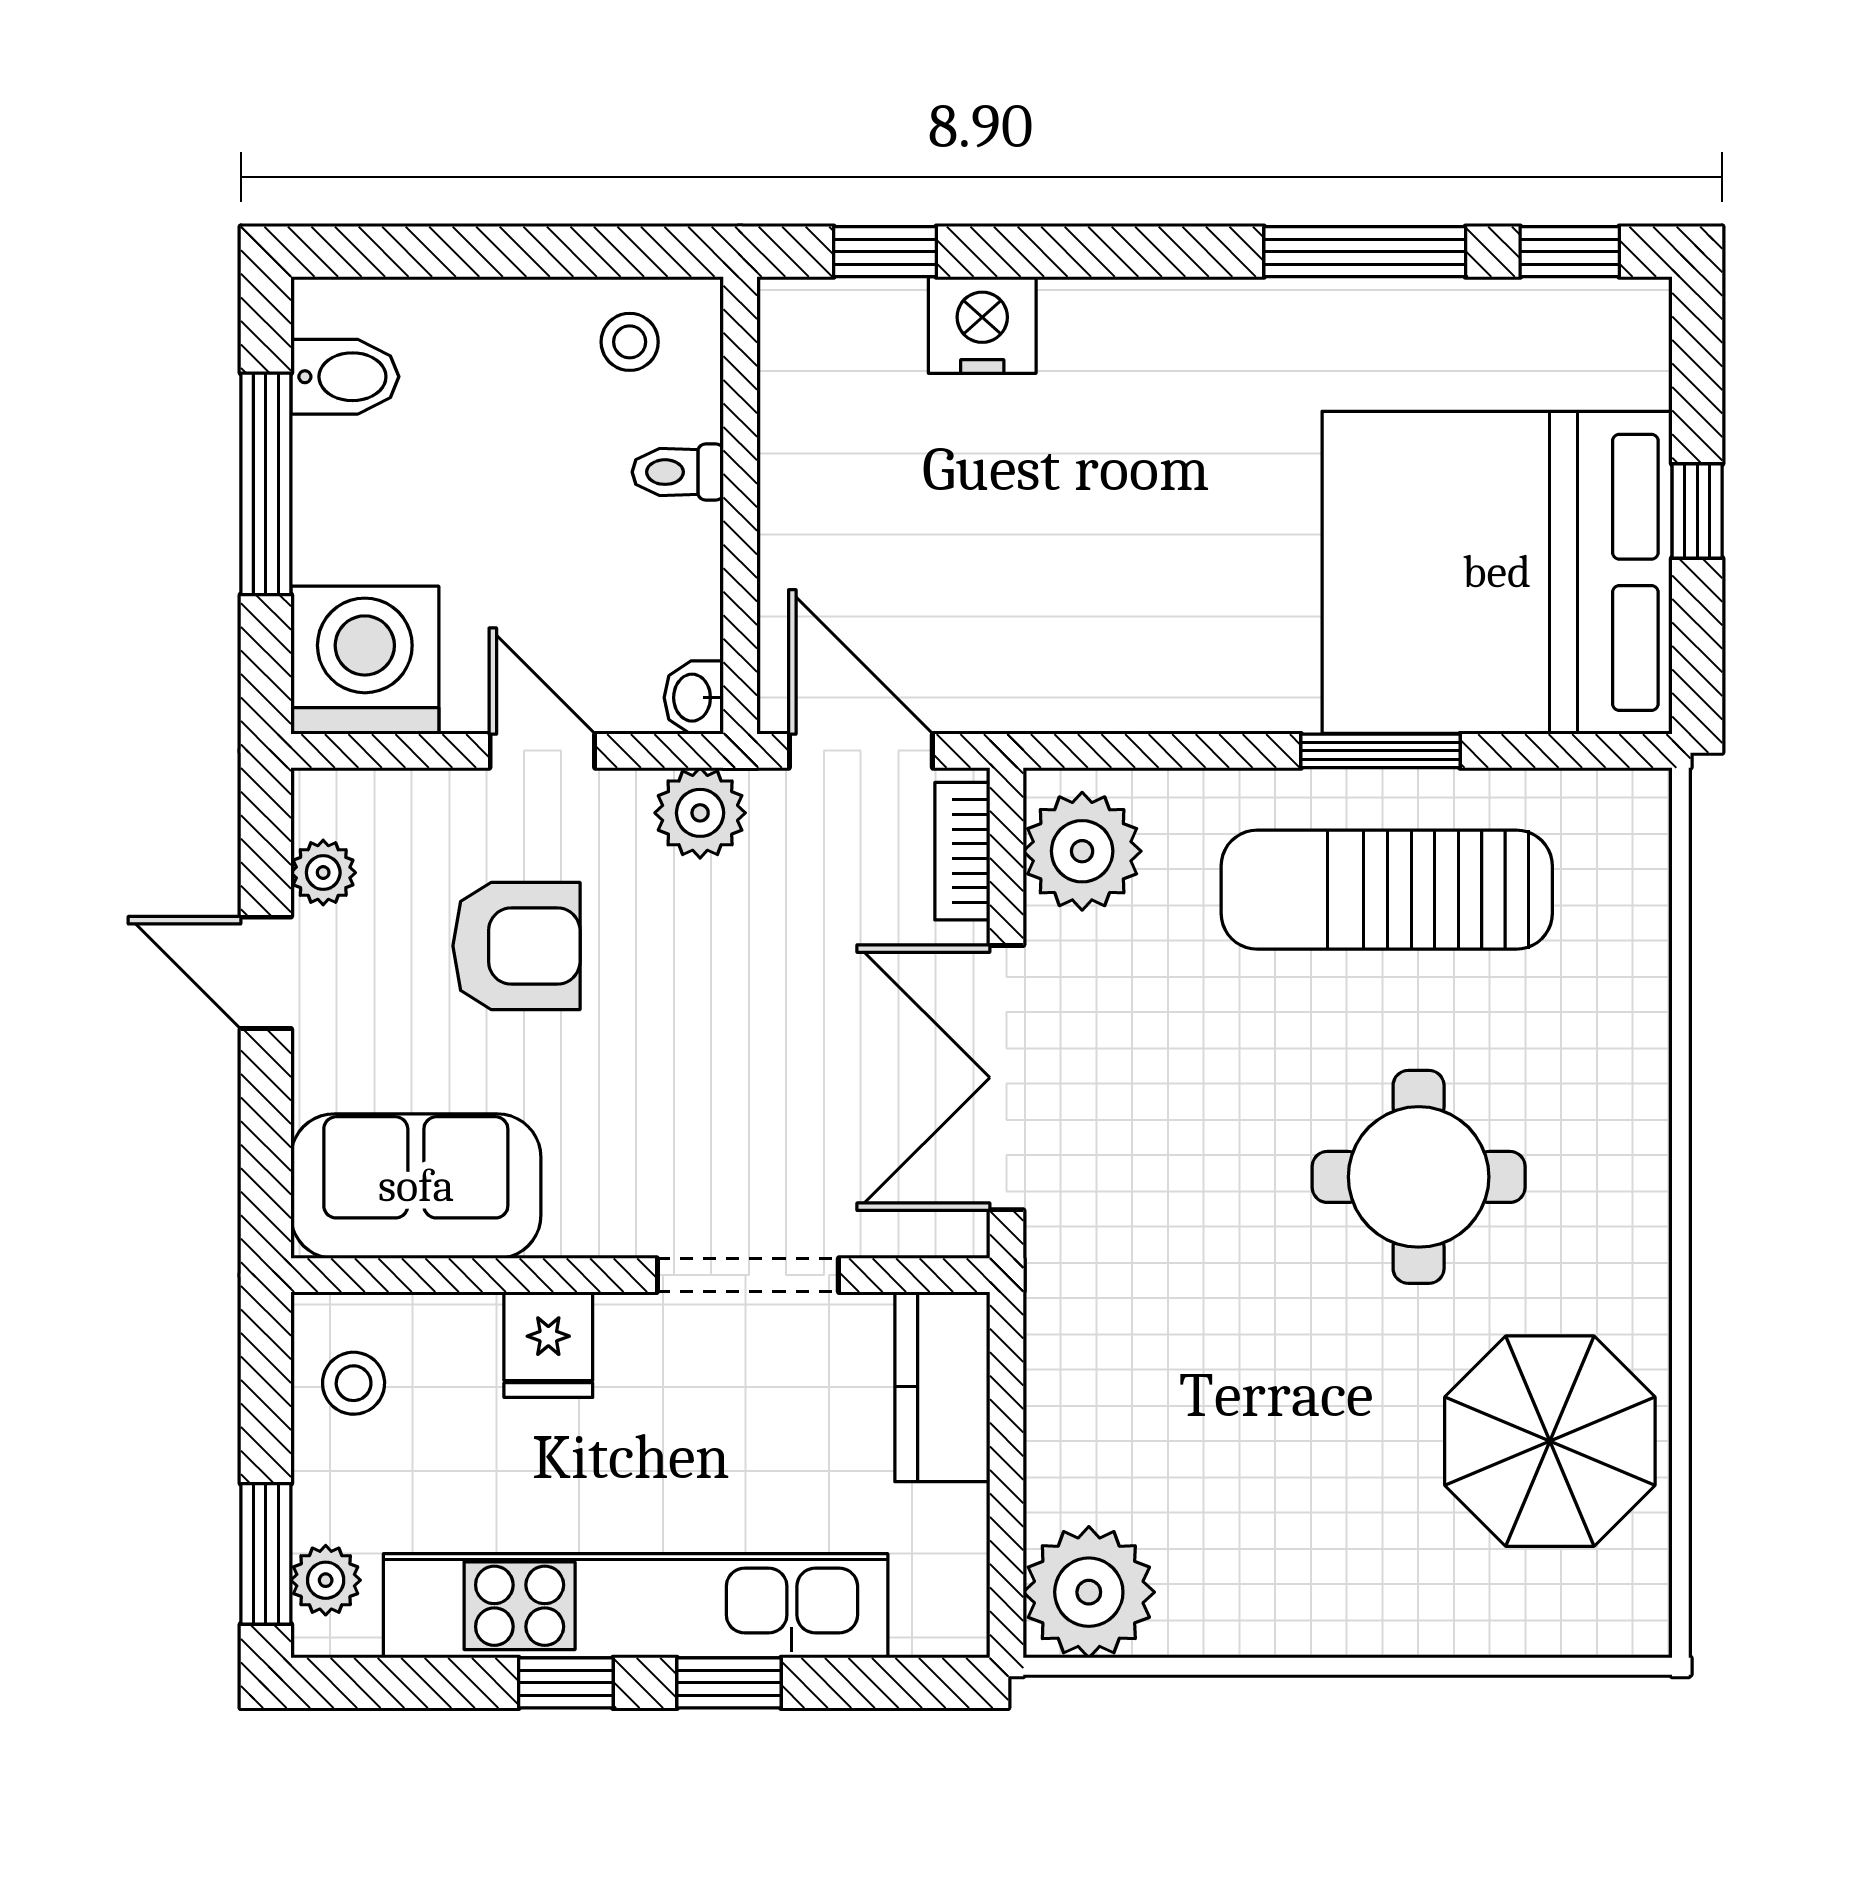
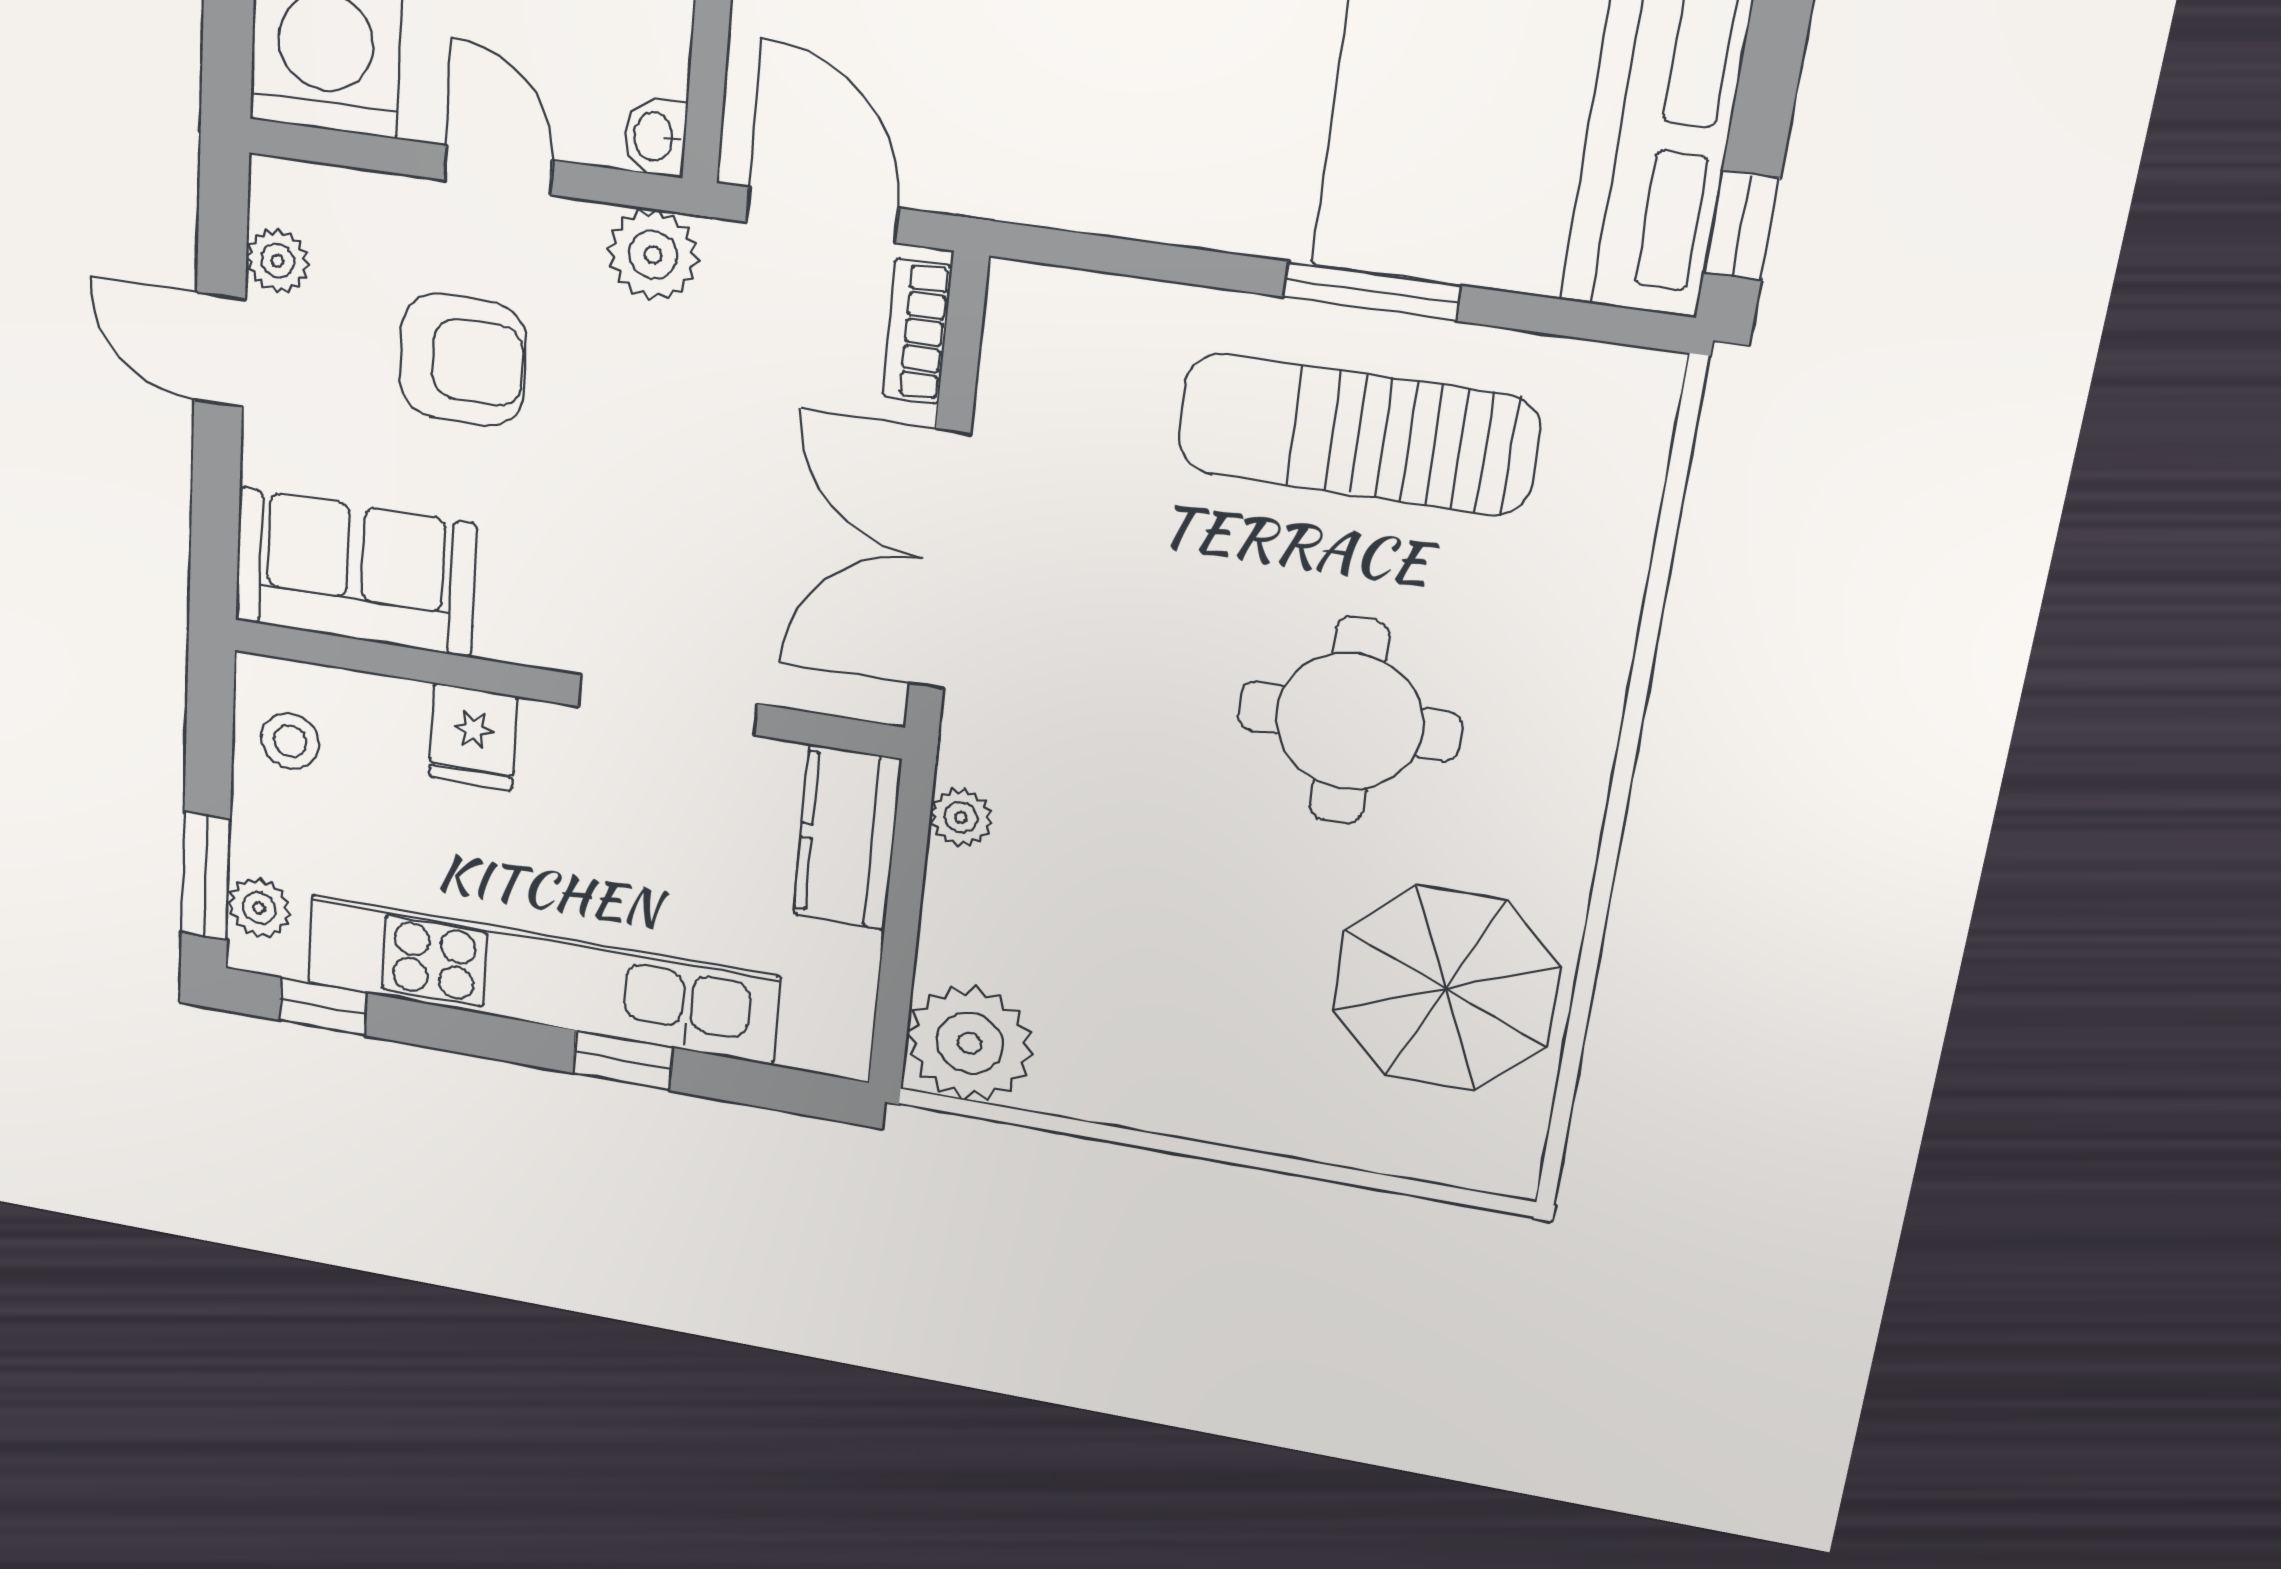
window: (1697, 511) -> (1742, 225), moved
plant: (1082, 851) -> (961, 817), moved, width x0.53, depth x0.53
window: (566, 1683) -> (323, 1007), moved

